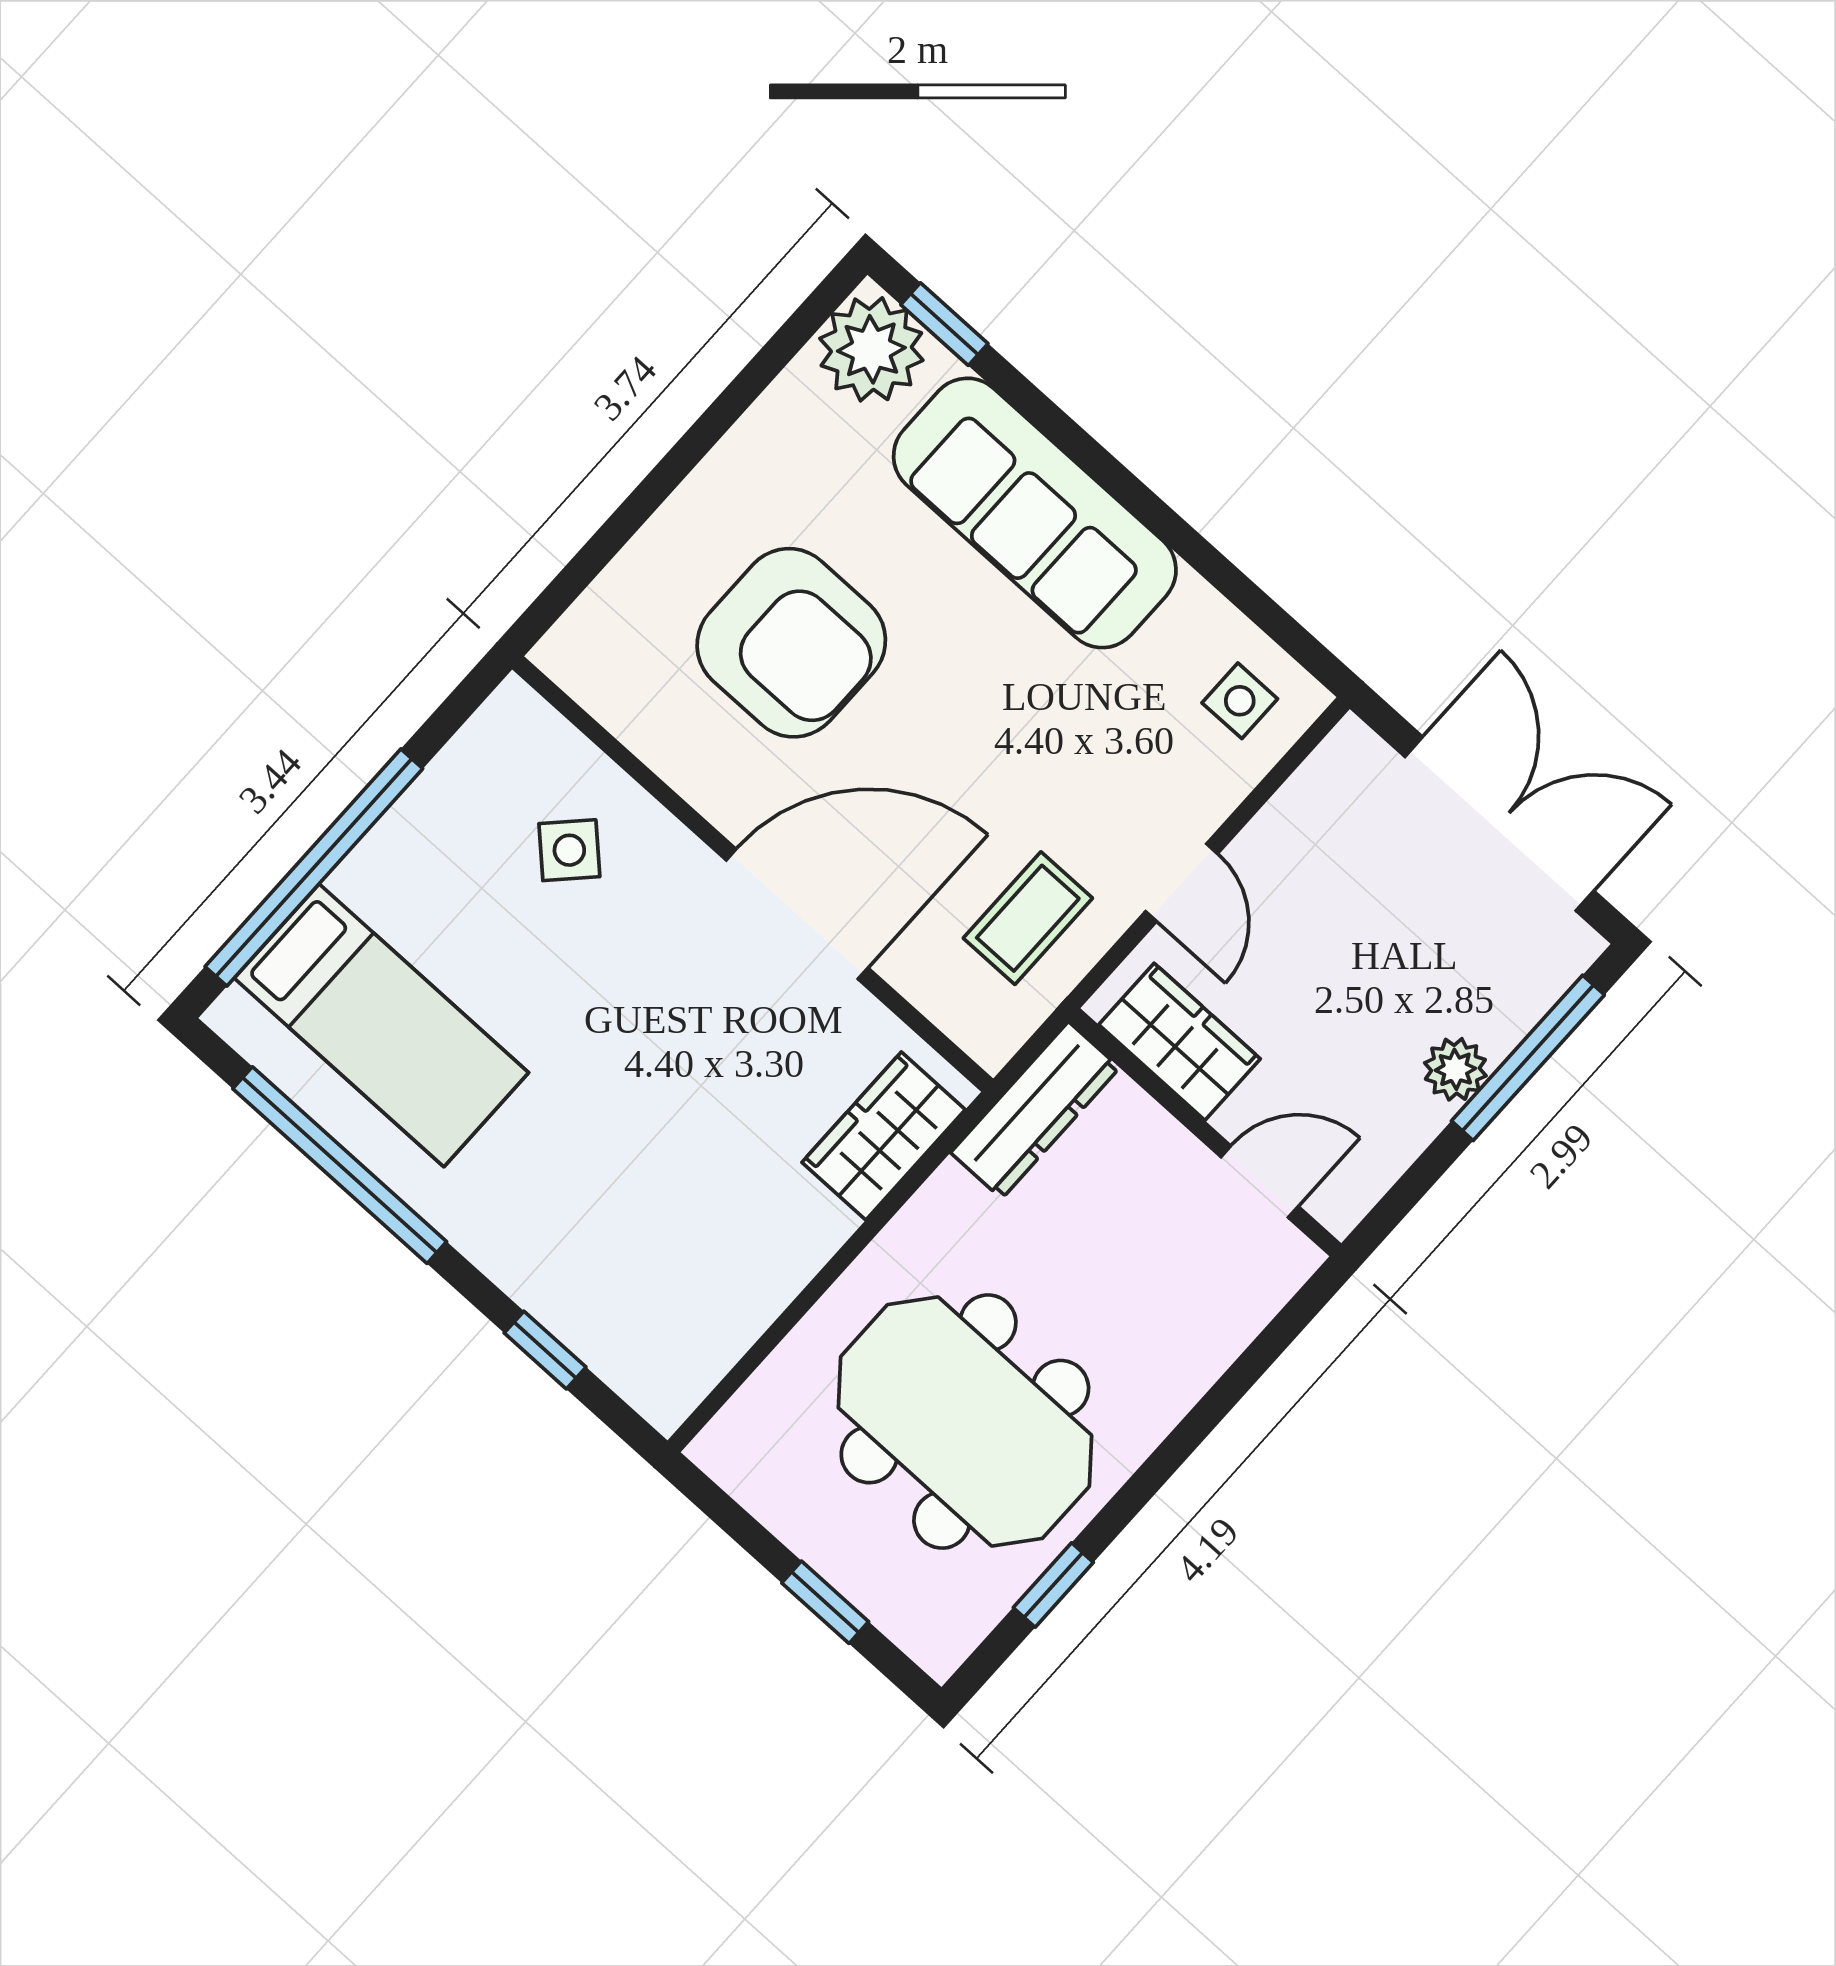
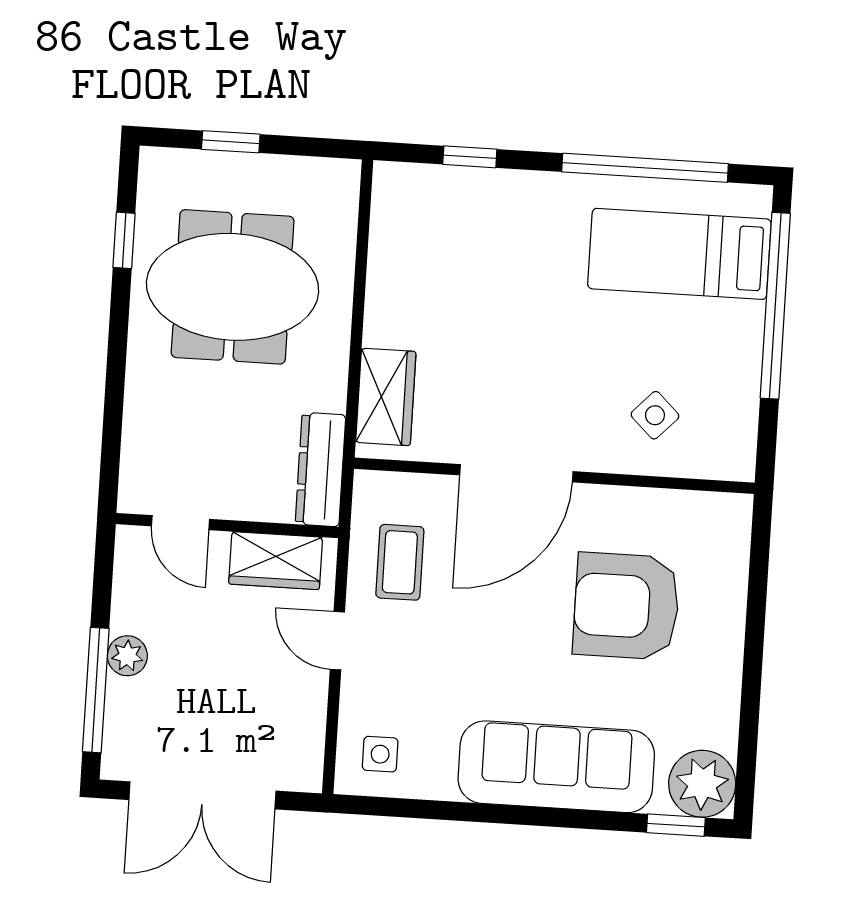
door: (1260, 1182) -> (181, 523), hinge flipped

